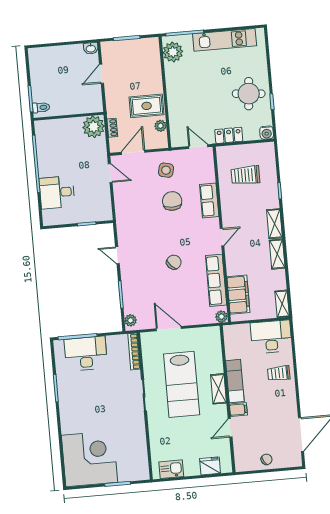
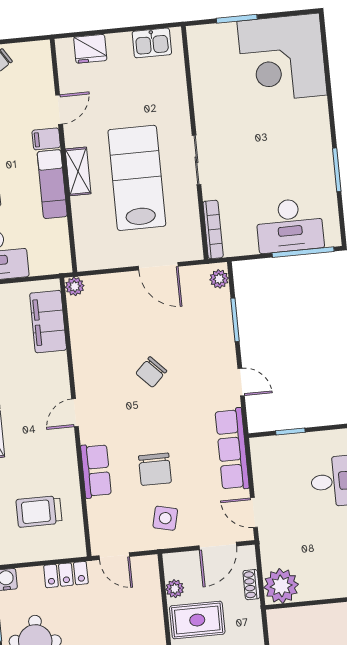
trolley: (245, 175) -> (39, 511), turned 180
row of seats: (216, 280) -> (232, 449), moved, turned 180

